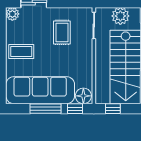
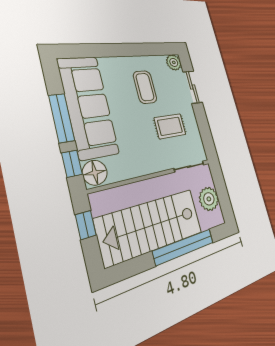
coffee table: (21, 52) -> (145, 87), moved

